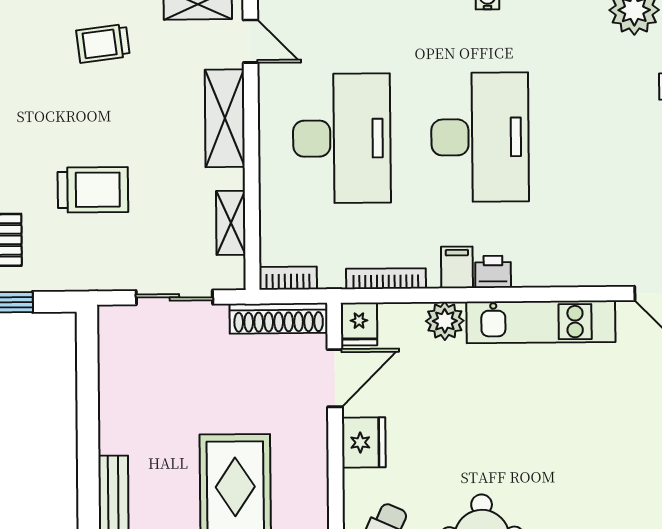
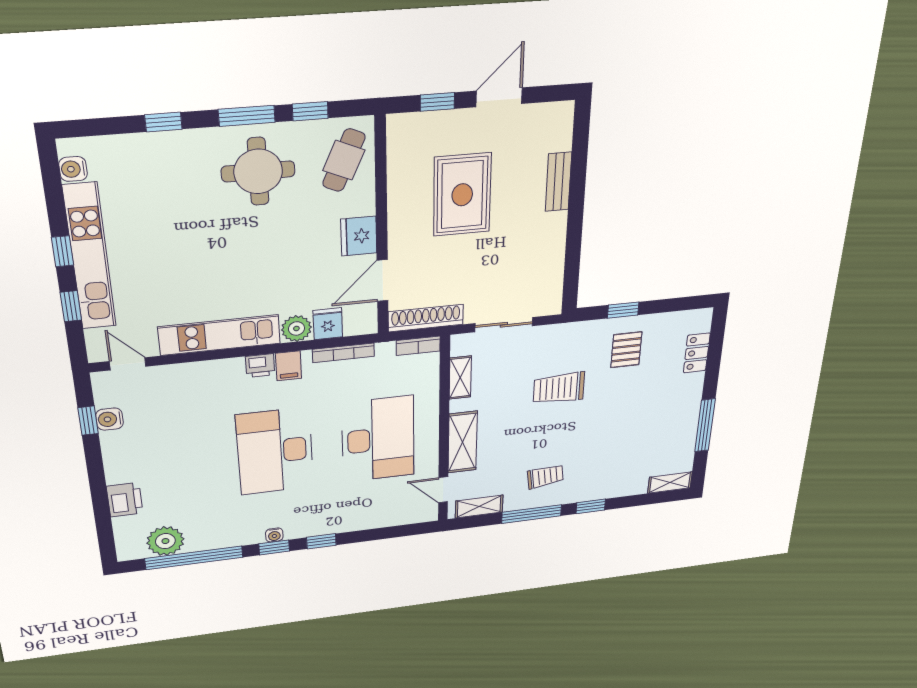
desk: (342, 138) -> (378, 439), turned 180
fridge: (359, 324) -> (328, 324), moved

